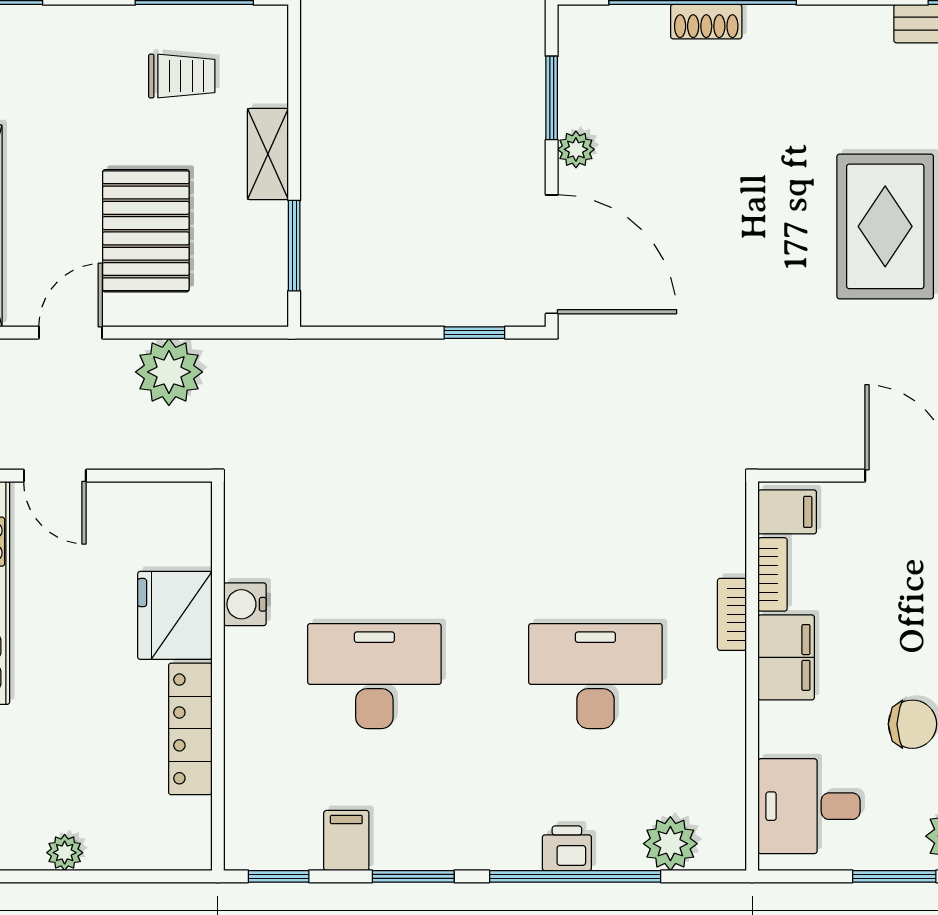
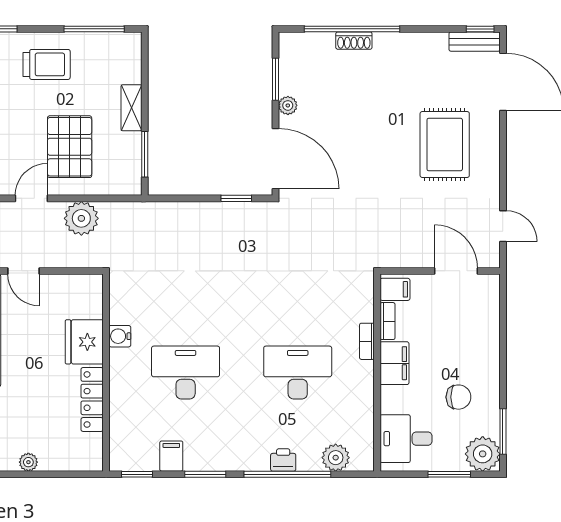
trolley: (182, 76) -> (47, 64), moved, width x1.36, depth x1.39

